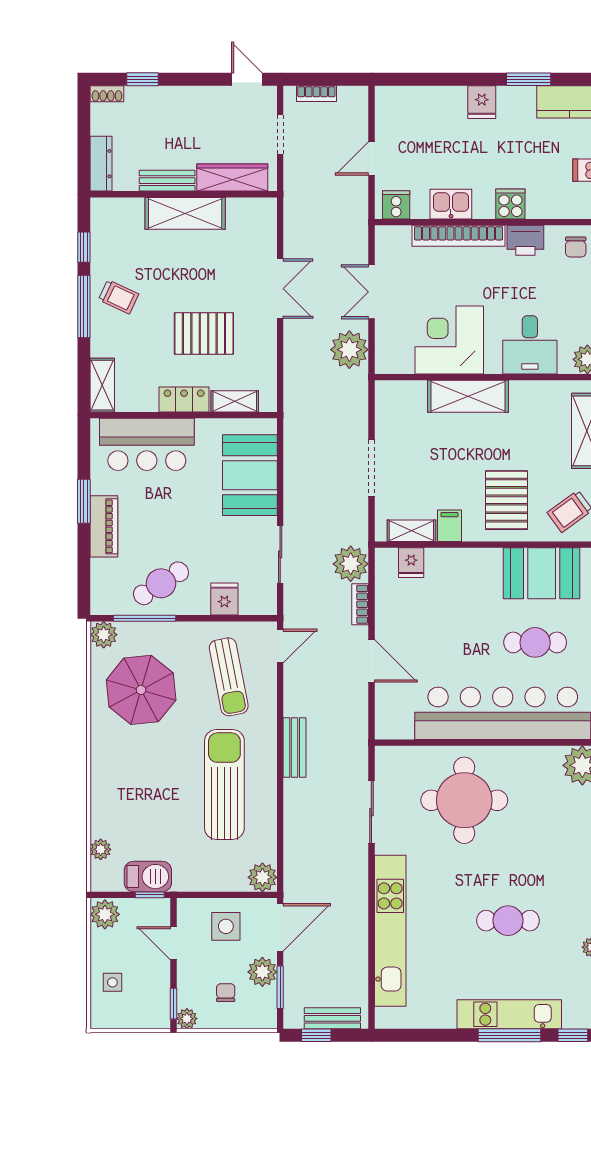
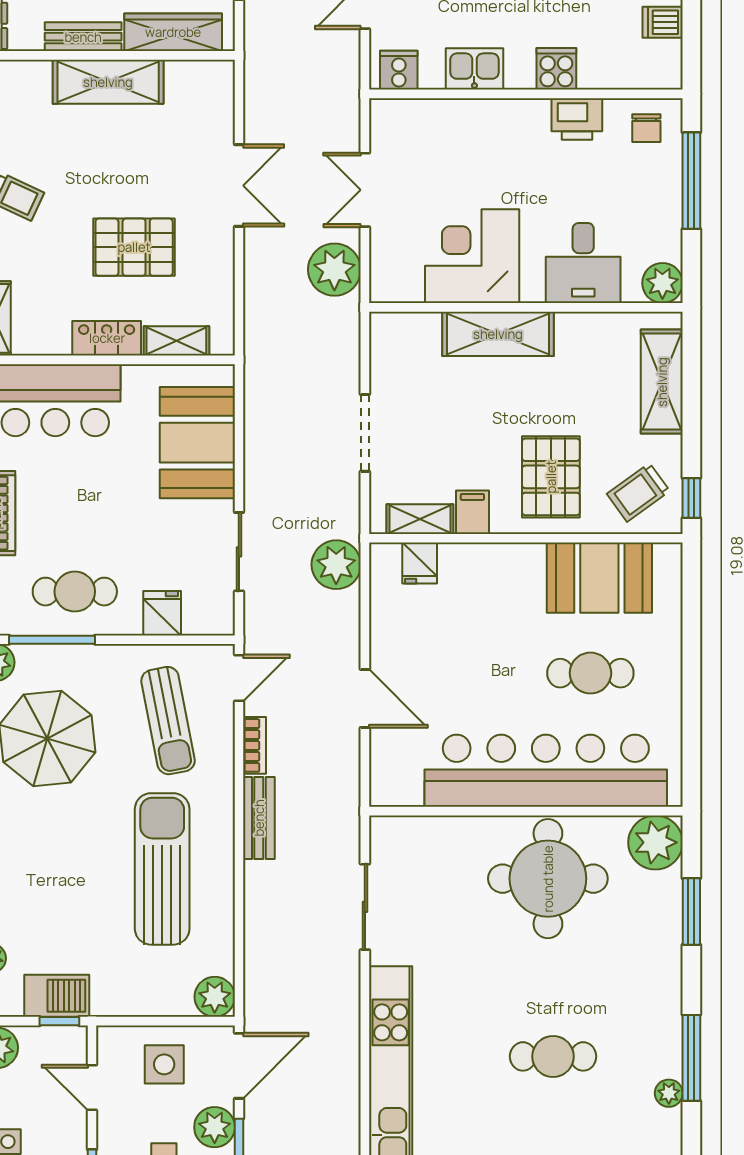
bookcase: (459, 236) -> (485, 113), removed
cafe table: (161, 583) -> (75, 592), turned 33
bookcase: (360, 604) -> (255, 745), moved, turned 180
round table: (464, 800) -> (548, 879), moved

